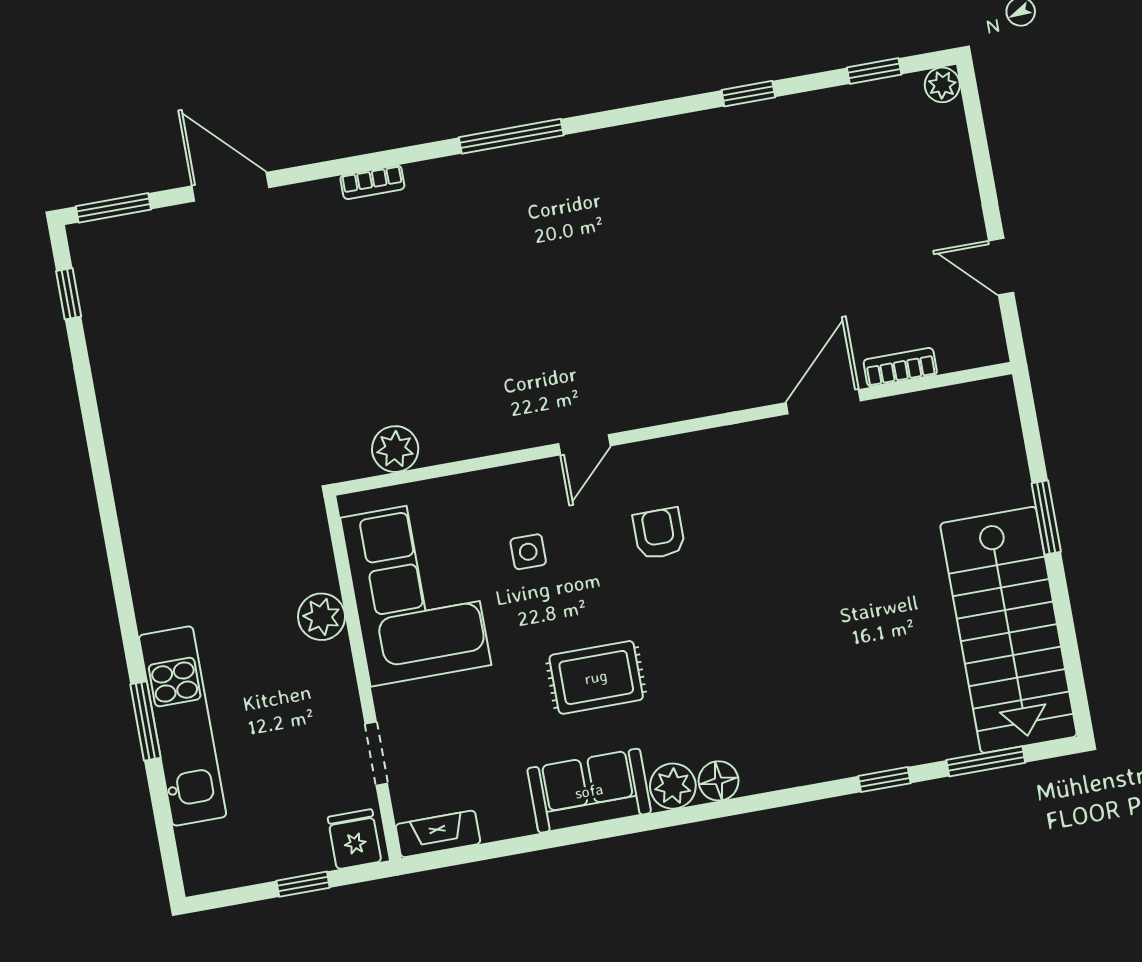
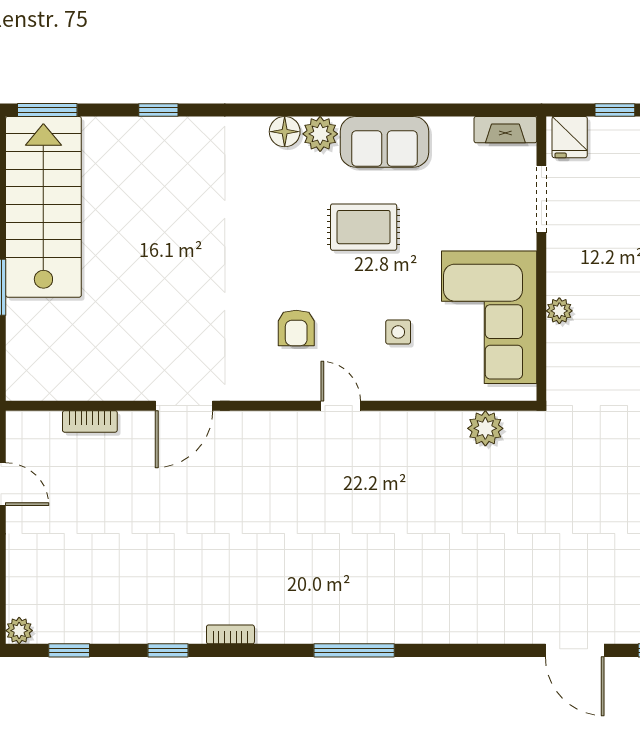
bookcase: (372, 182) -> (230, 634), moved
door: (823, 402) -> (184, 406), moved
door: (584, 445) -> (341, 406), hinge flipped
plant: (322, 617) -> (559, 311), width x0.73, depth x0.73
doorway: (376, 754) -> (541, 199), width x1.38
window: (986, 761) -> (47, 110), moved

